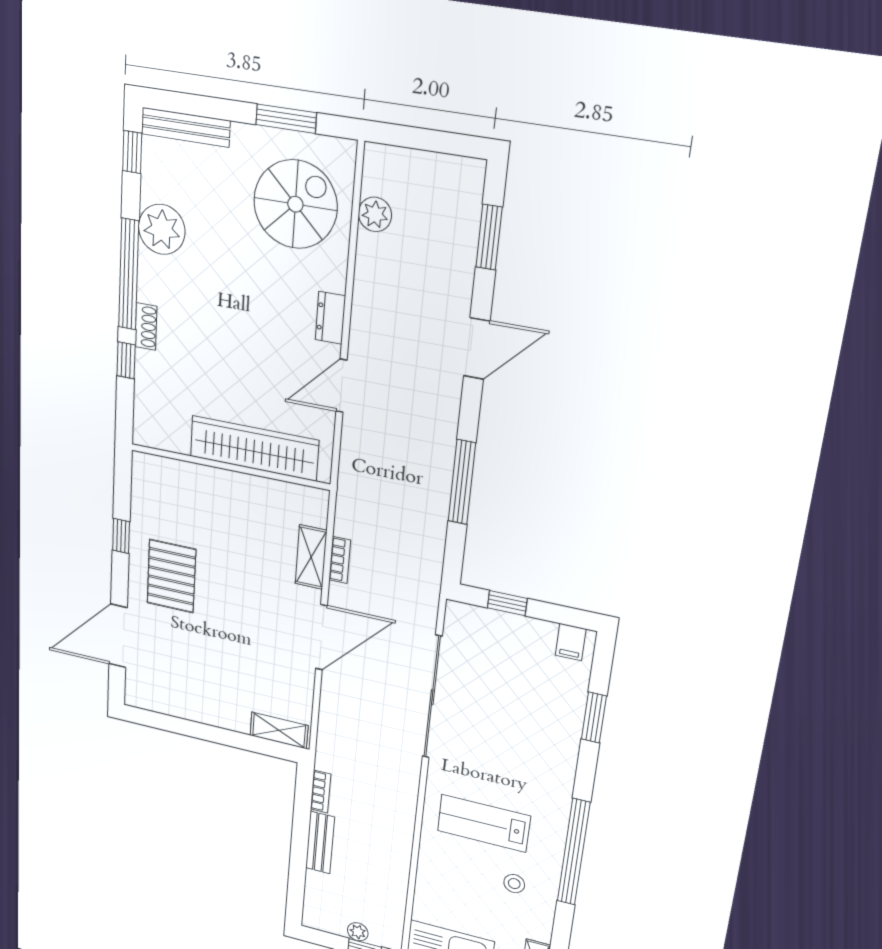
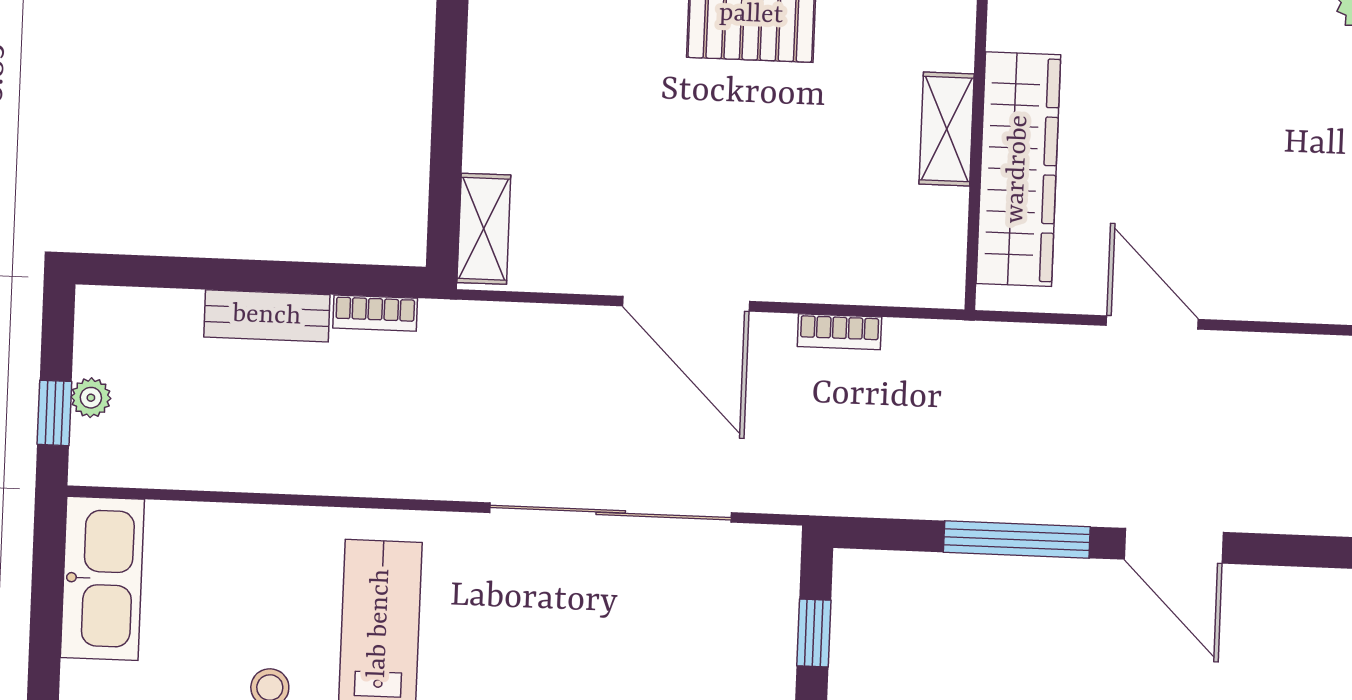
dresser: (330, 318) -> (1265, 298), removed
door: (477, 349) -> (1174, 546), moved
shelving: (311, 557) -> (947, 129), moved, turned 90

